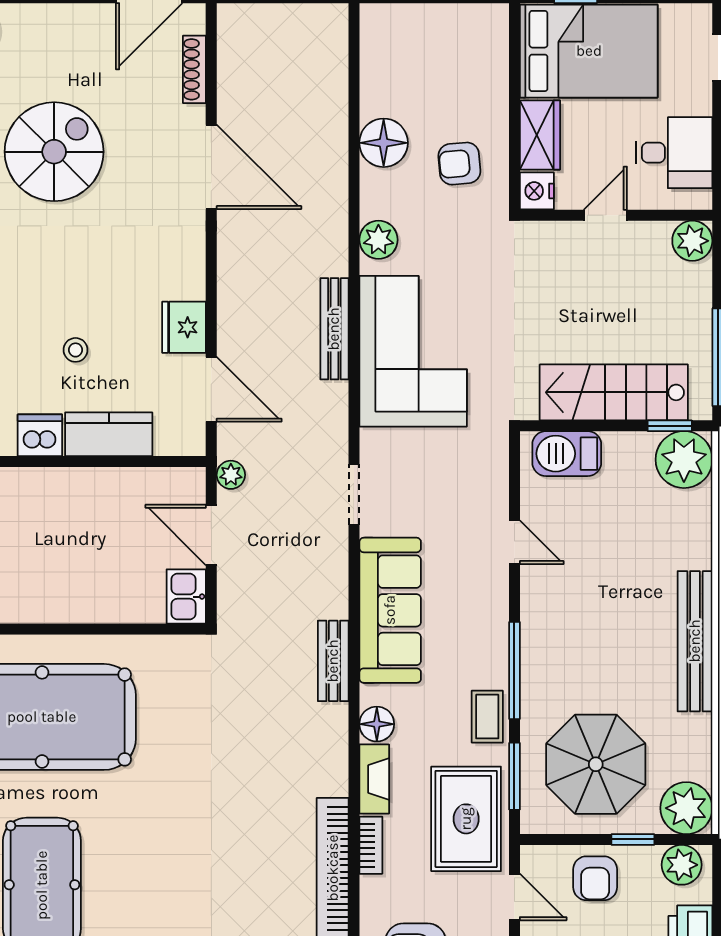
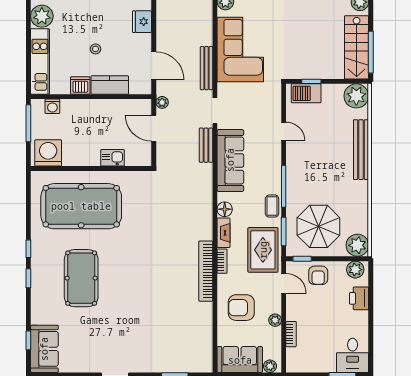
fridge: (184, 327) -> (142, 22), moved
bench: (334, 329) -> (207, 68), moved
stairs: (614, 392) -> (357, 47), moved, turned -90
window: (670, 426) -> (311, 81), moved
kitchen sink: (186, 597) -> (113, 158), moved, turned 90
bench: (695, 641) -> (361, 150), moved
bench: (333, 661) -> (206, 145), moved
window: (633, 839) -> (302, 259), moved

